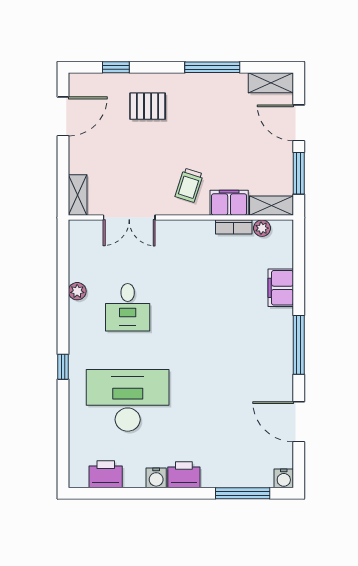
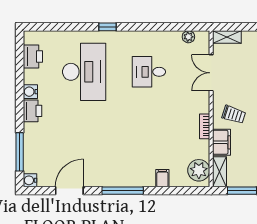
trolley: (189, 185) -> (234, 115), turned 180
bookcase: (234, 227) -> (205, 126), moved
plant: (262, 228) -> (199, 170), width x1.88, depth x1.88
filing cabinet: (281, 288) -> (162, 178), width x0.50
plant: (77, 291) -> (188, 37), moved

